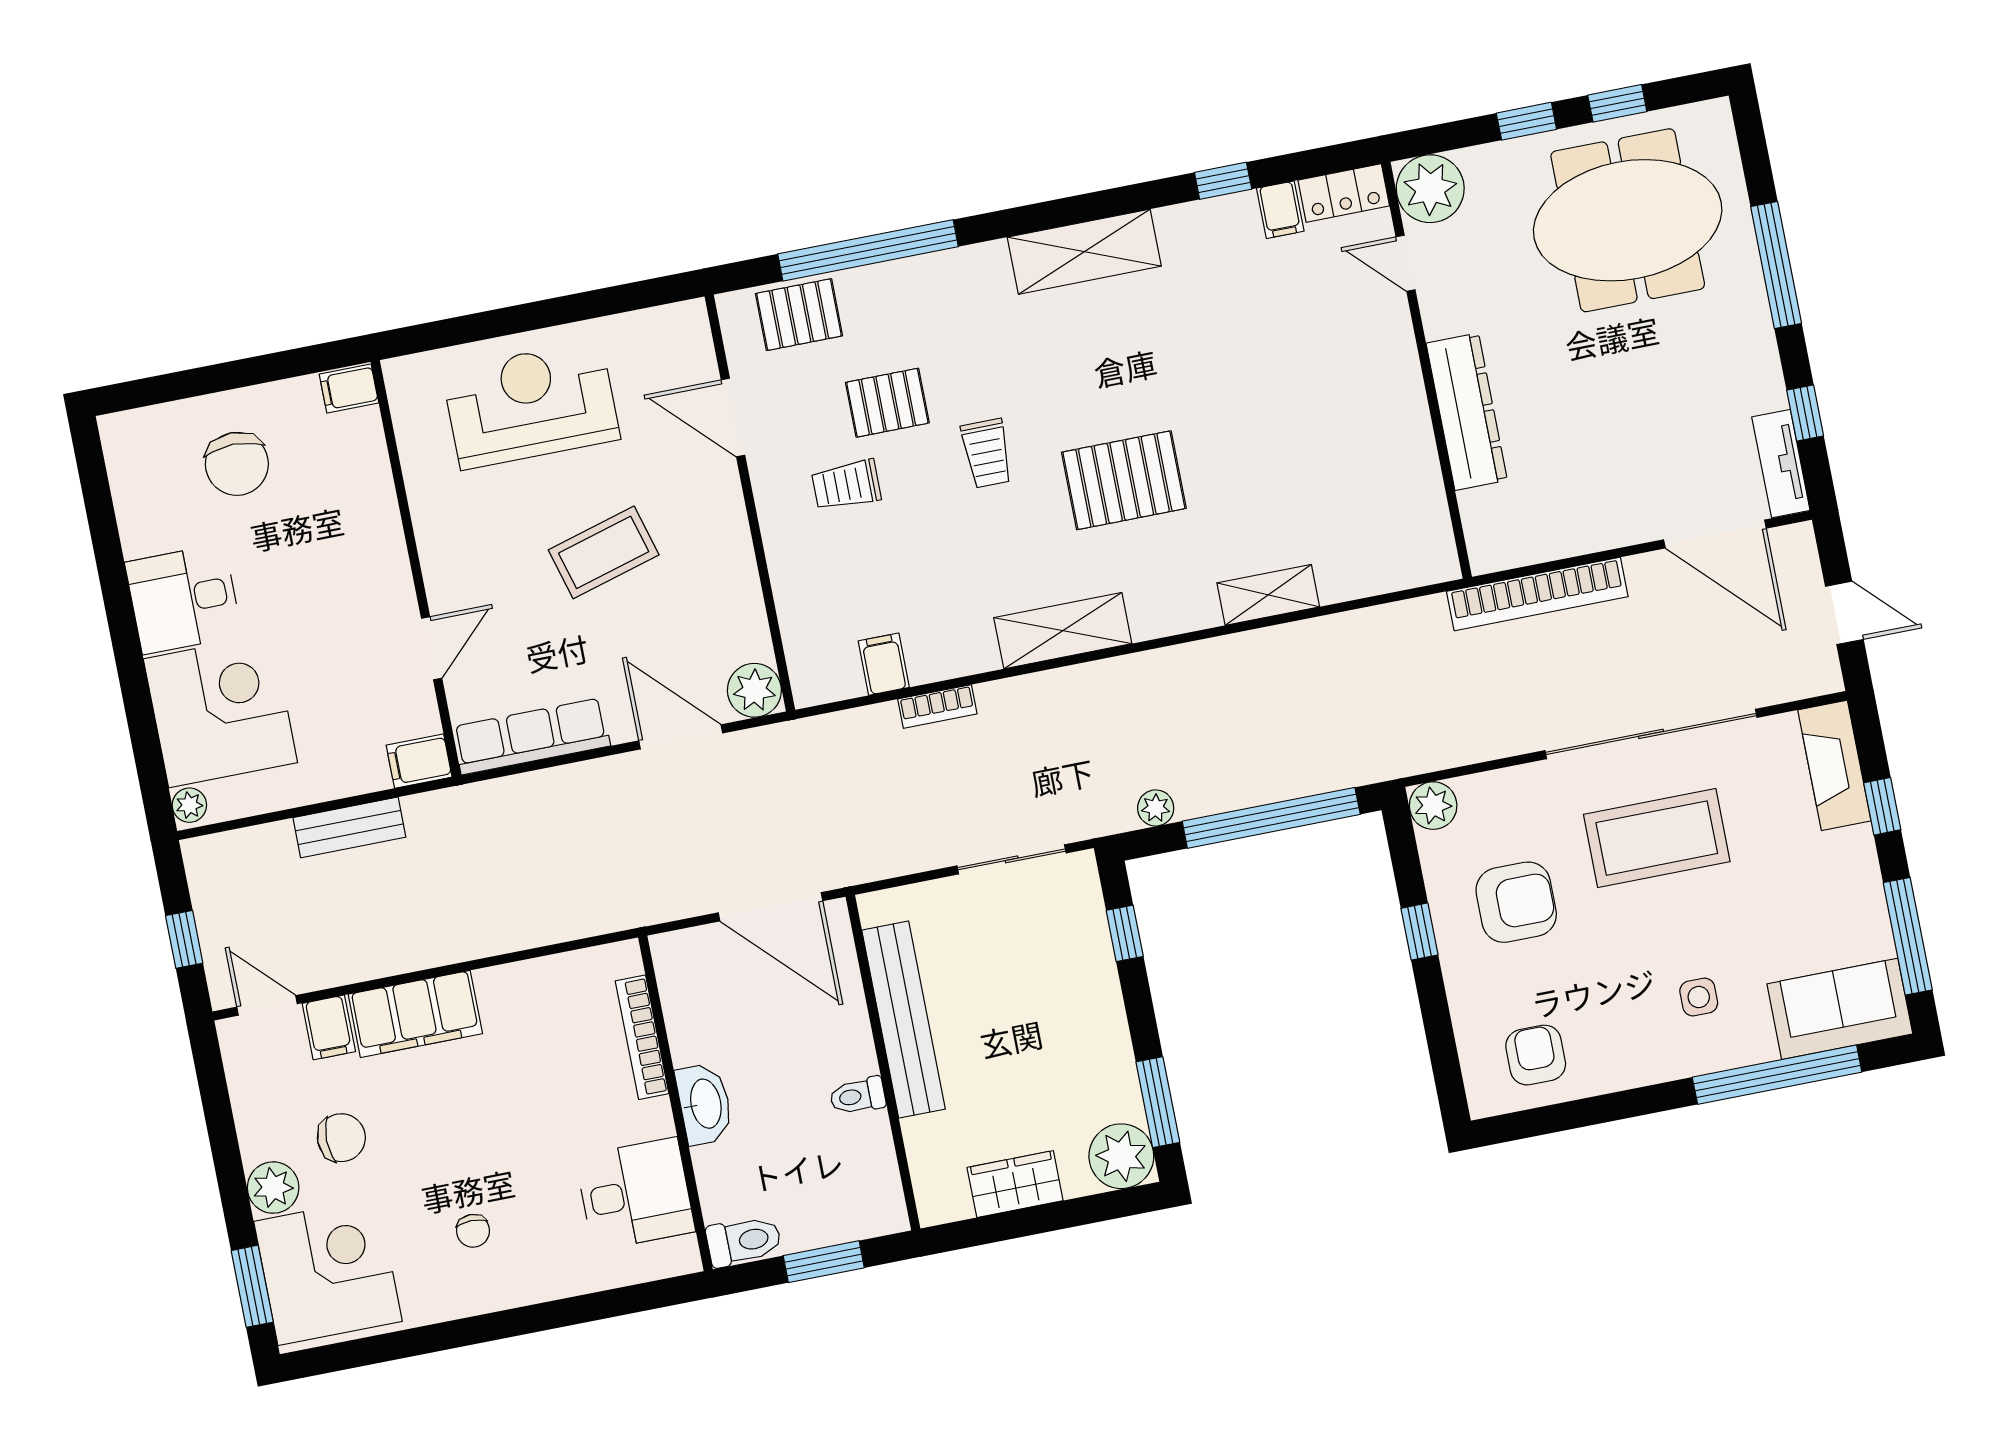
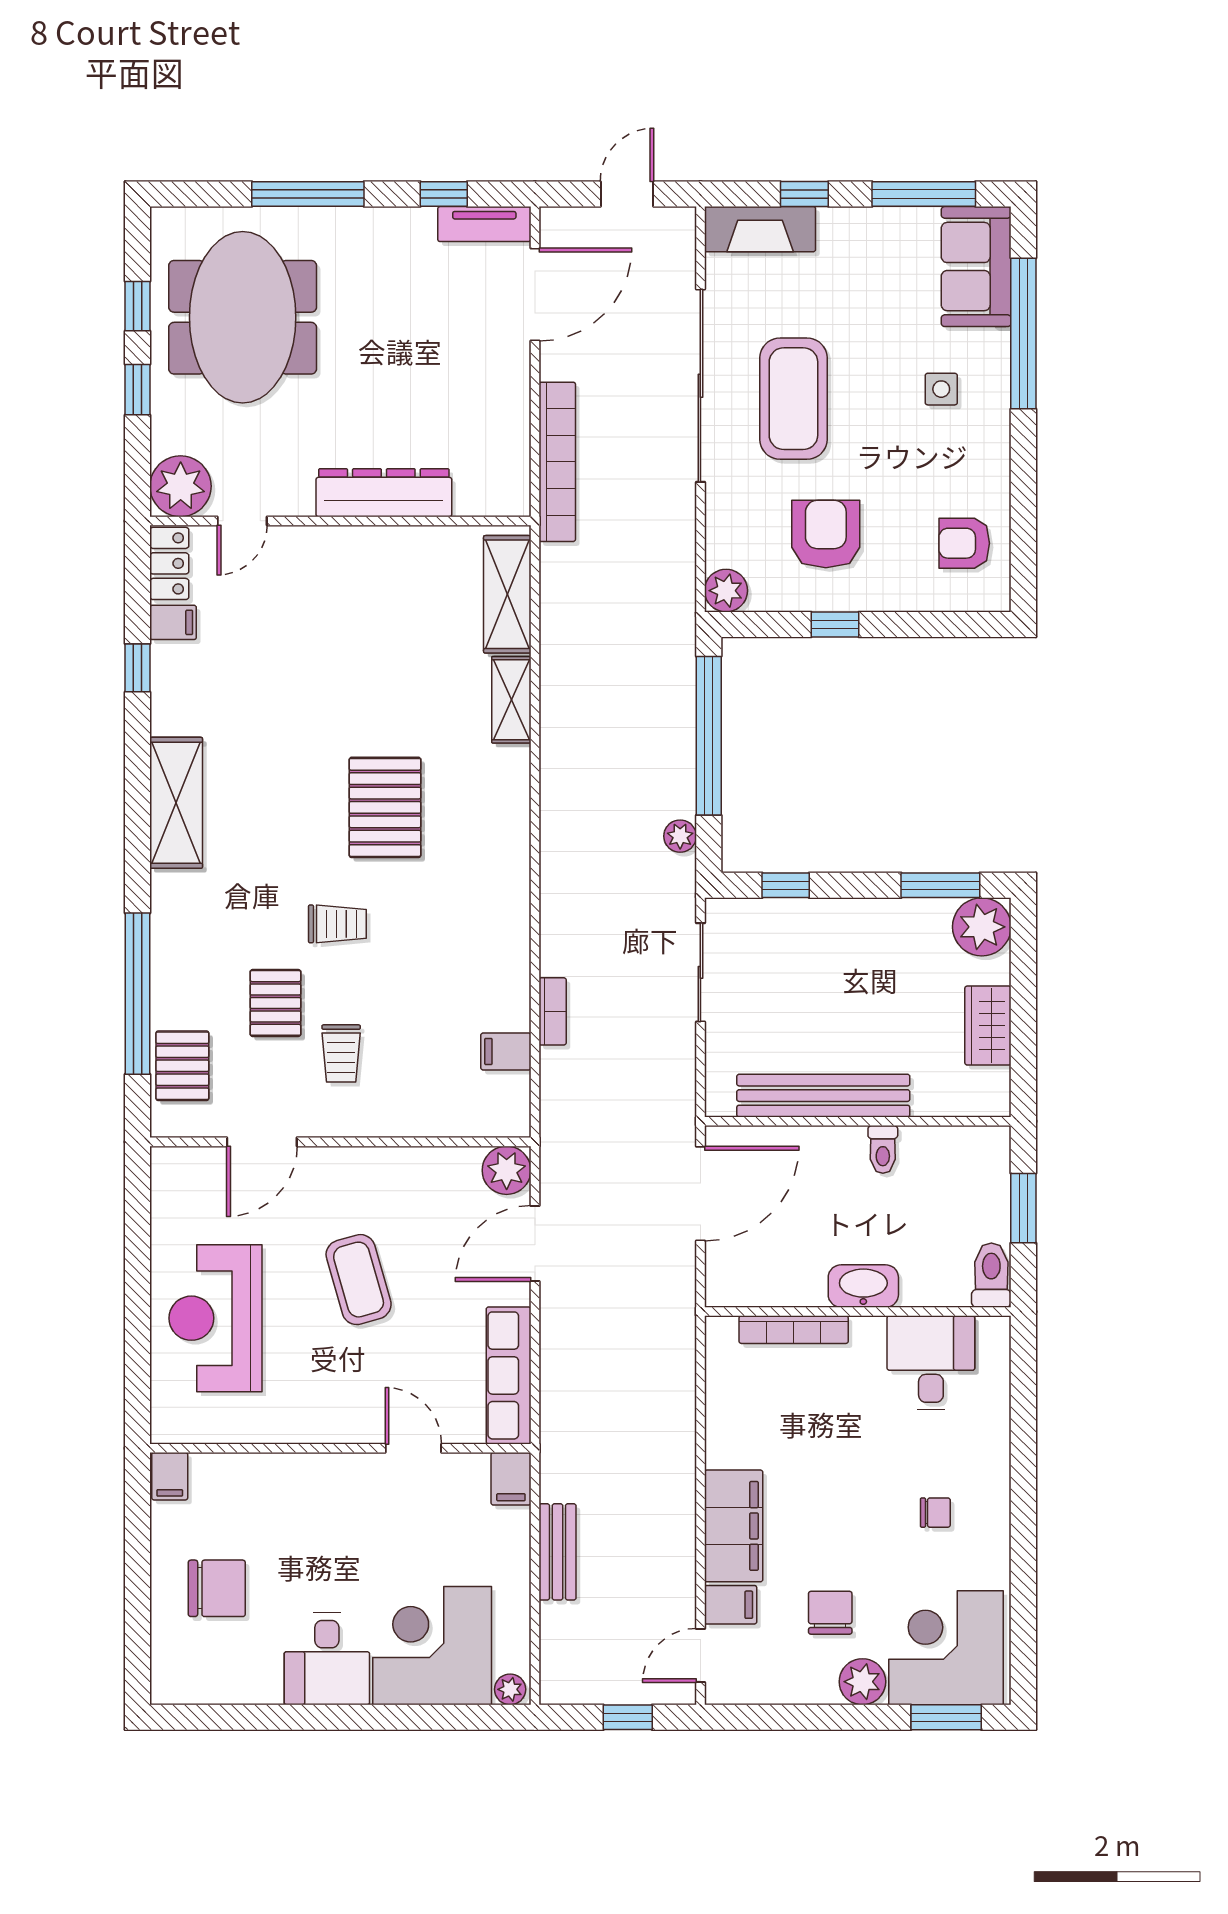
shelving: (1063, 631) -> (507, 594), moved

